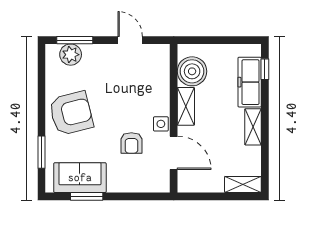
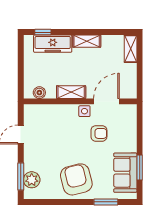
boiler: (192, 71) -> (39, 93), width x0.54, depth x0.54

